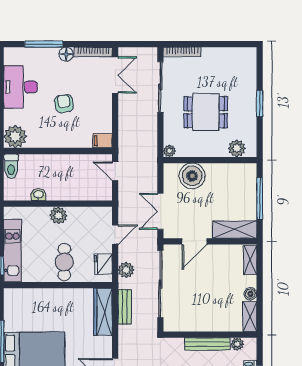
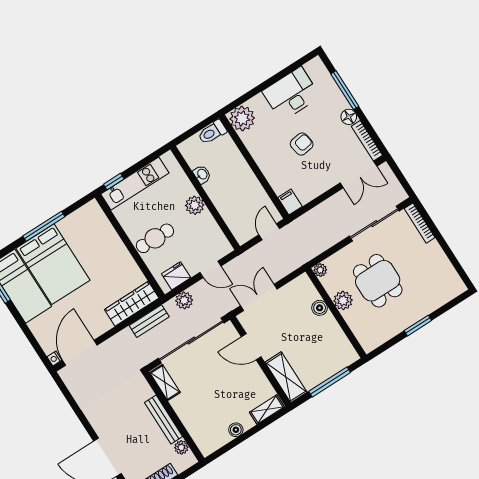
plant: (237, 148) -> (343, 300), moved
boiler: (192, 176) -> (320, 308), width x0.54, depth x0.54
shelving: (250, 316) -> (165, 383), moved, turned 90

